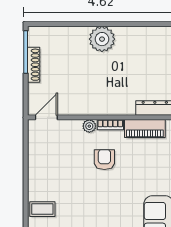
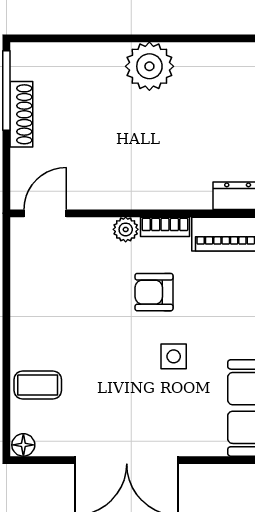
armchair: (104, 160) -> (154, 292), turned -90
side table: (115, 194) -> (174, 356), added

